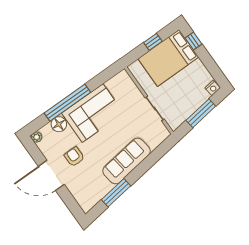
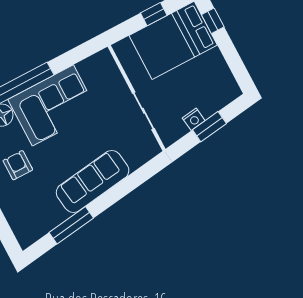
nightstand: (213, 88) -> (194, 119), moved
window: (201, 113) -> (209, 127), width x0.69

